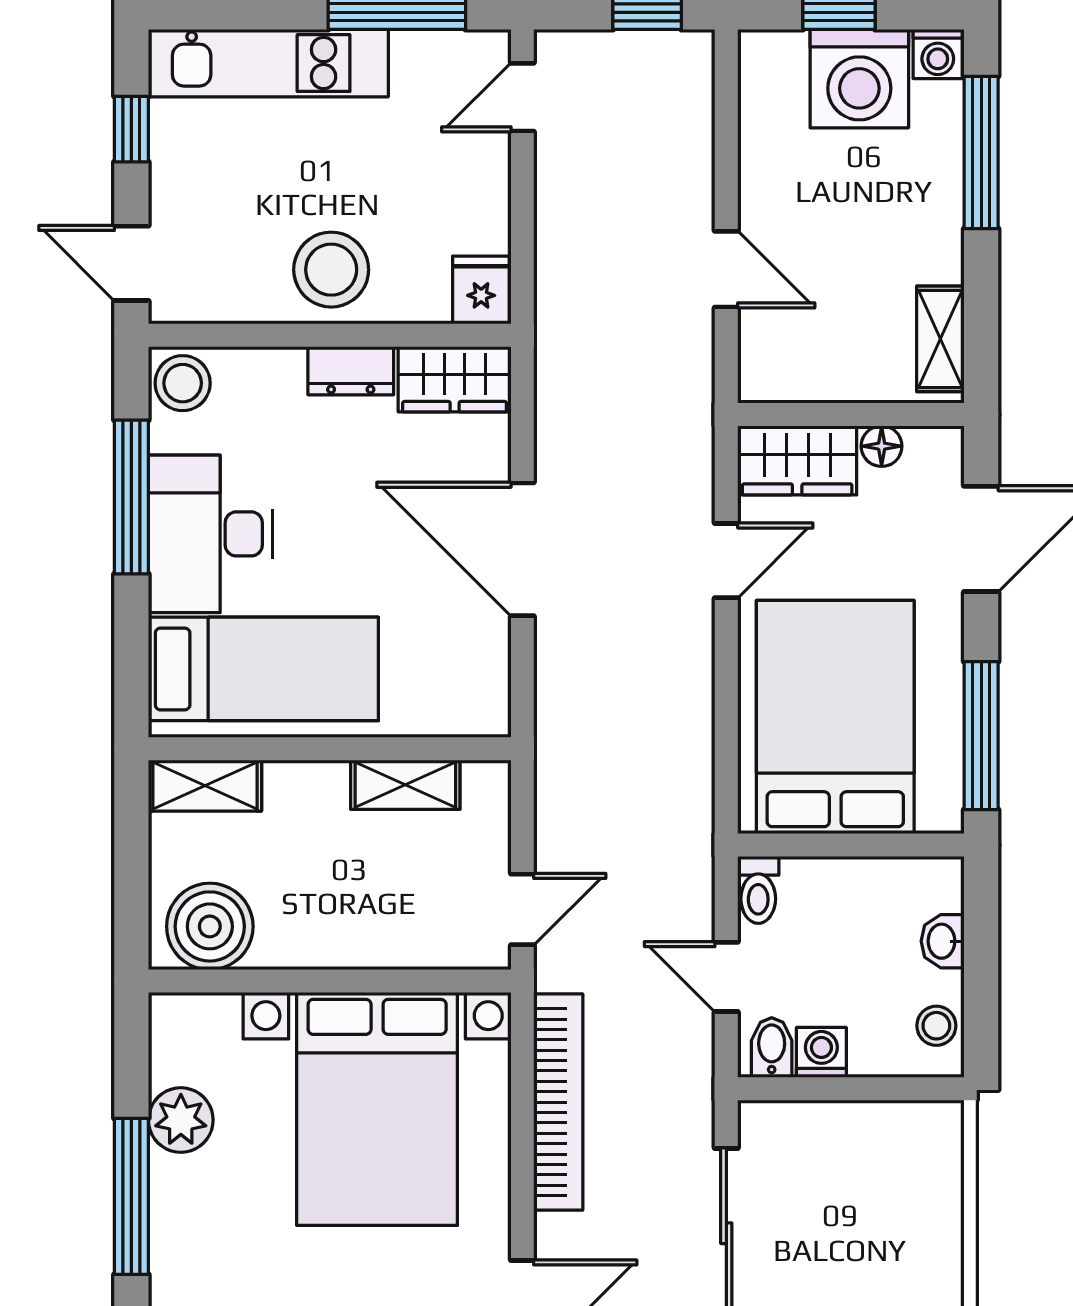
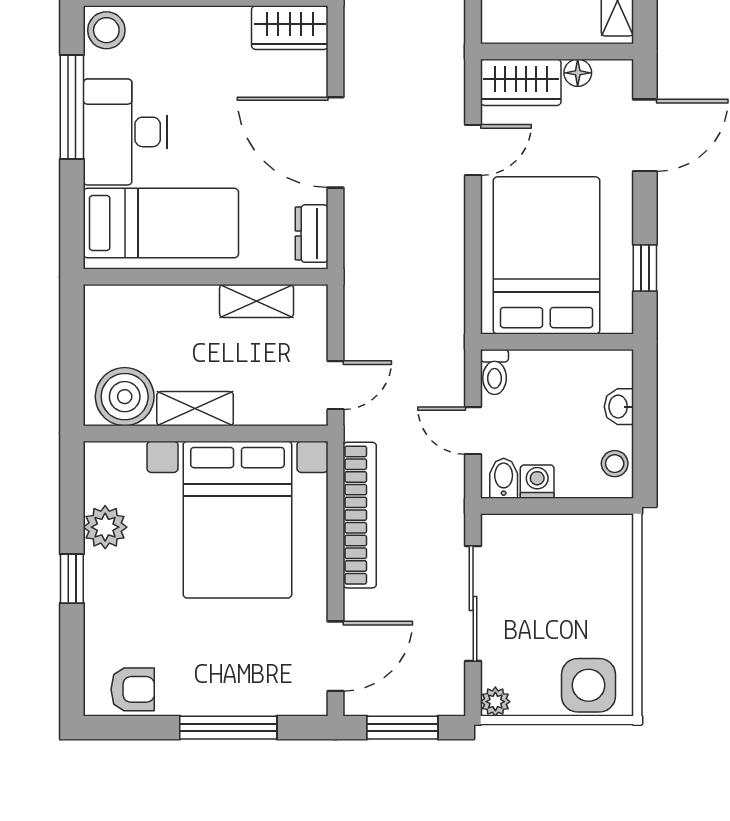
dresser: (351, 371) -> (312, 234), moved, turned 90
window: (981, 736) -> (645, 268), width x0.46
shelving: (205, 786) -> (195, 409), moved
window: (131, 1196) -> (72, 579), width x0.46

